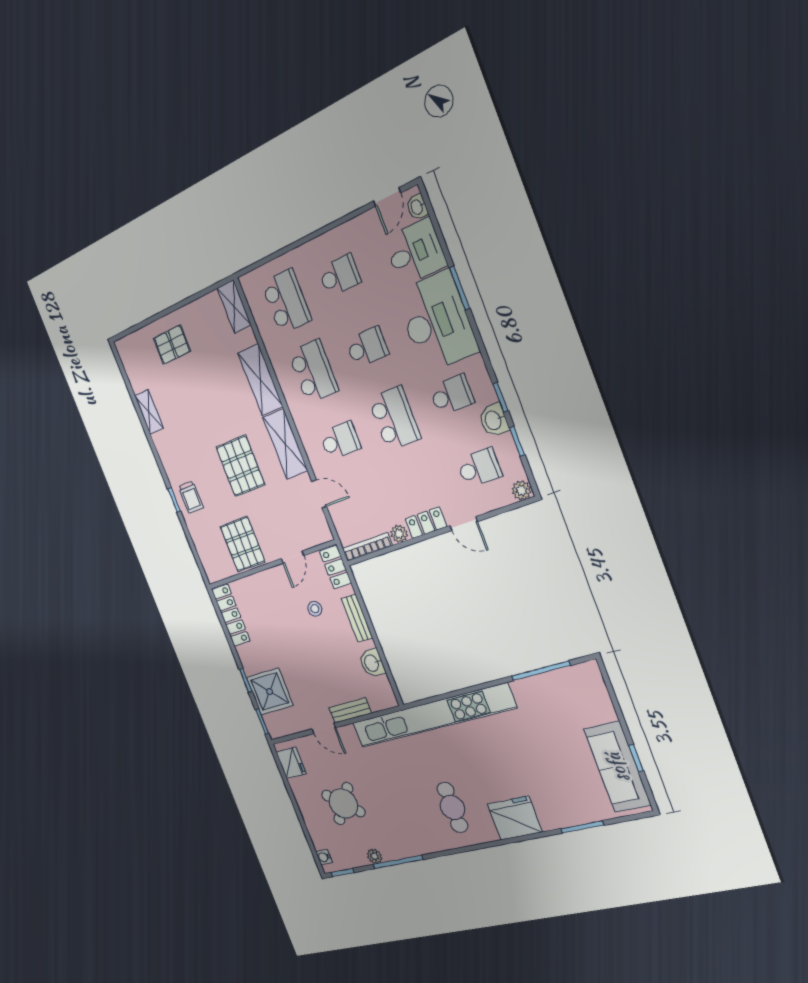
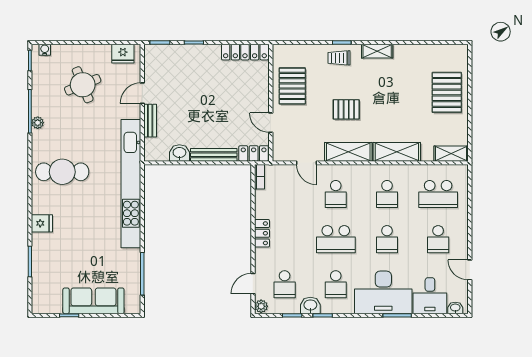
door: (387, 197) -> (470, 270), moved
pallet: (172, 345) -> (447, 92), width x1.50, depth x1.42
school desk: (313, 371) -> (387, 194), width x0.54
shelving: (149, 412) -> (377, 51), moved
pallet: (240, 466) -> (346, 109), width x0.67, depth x0.71
door: (319, 494) -> (306, 163), hinge flipped
door: (464, 524) -> (253, 284), moved
plant: (399, 534) -> (261, 211), removed
pallet: (243, 544) -> (292, 86), turned 90
bookcase: (367, 547) -> (260, 177), width x0.64
stool: (315, 609) -> (230, 124), removed
bench: (357, 618) -> (214, 155), width x1.36
shower: (270, 692) -> (180, 60), removed
sofa: (617, 767) -> (93, 301), moved
round table: (343, 804) -> (83, 85), turned 30
cafe table: (452, 807) -> (62, 172), width x1.37, depth x1.35
fridge: (515, 818) -> (42, 223), width x0.53, depth x0.75
plant: (374, 856) -> (38, 123), moved

